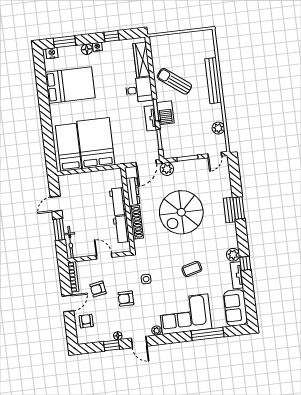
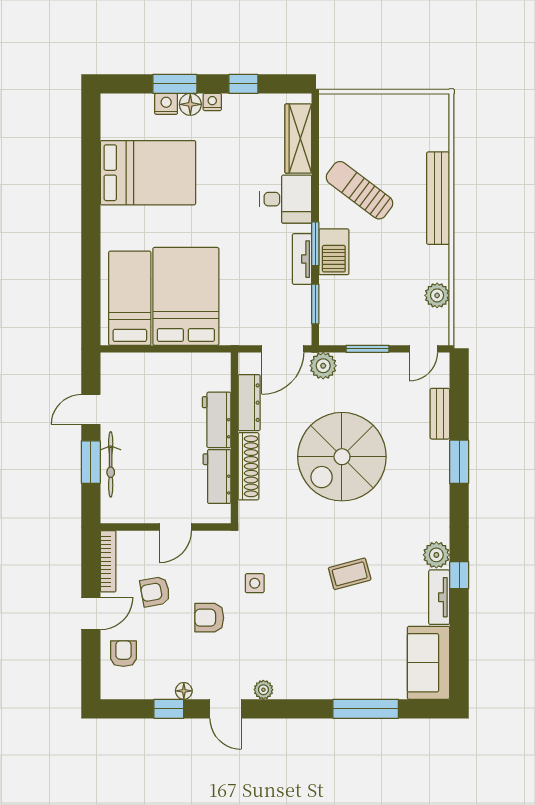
window: (65, 42) -> (175, 84), moved
nightstand: (52, 53) -> (166, 104), moved
bench: (229, 210) -> (440, 414), moved
bicycle: (70, 242) -> (111, 464), moved
door: (104, 256) -> (175, 527), swing flipped
corner sofa: (185, 314) -> (325, 663), removed

